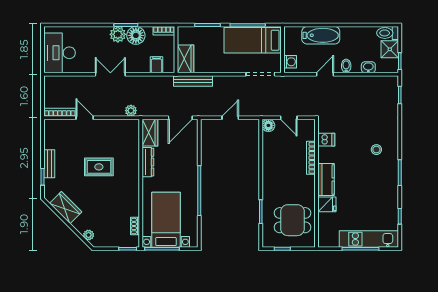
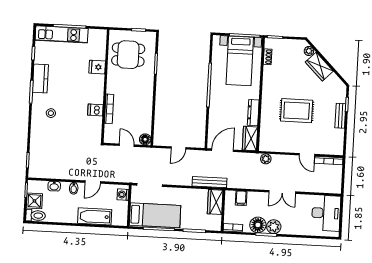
dishwasher: (326, 140) -> (95, 110), moved
rug: (99, 167) -> (297, 111), width x1.36, depth x1.43
kitchen counter: (326, 180) -> (40, 78), moved, turned 180
wardrobe: (66, 208) -> (319, 67), moved

